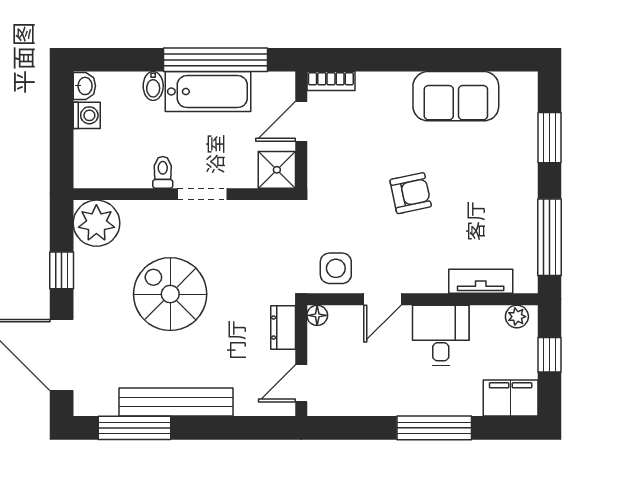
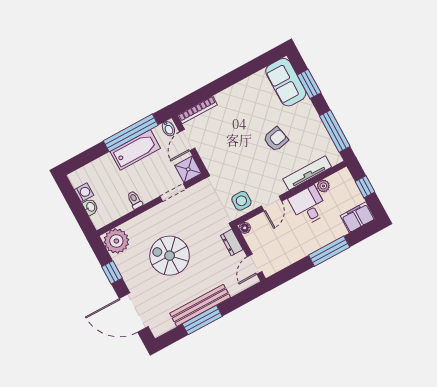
bookcase: (331, 81) -> (197, 110), width x1.56
washbasin: (84, 86) -> (90, 207), moved
bidet: (153, 86) -> (168, 129), moved
sofa: (456, 96) -> (286, 82), moved, turned 90
armchair: (411, 193) -> (276, 139), moved
doorway: (202, 194) -> (173, 193), moved
tv unit: (481, 281) -> (307, 173), width x1.41
plant: (517, 317) -> (323, 186), moved
window: (135, 428) -> (202, 320), moved

